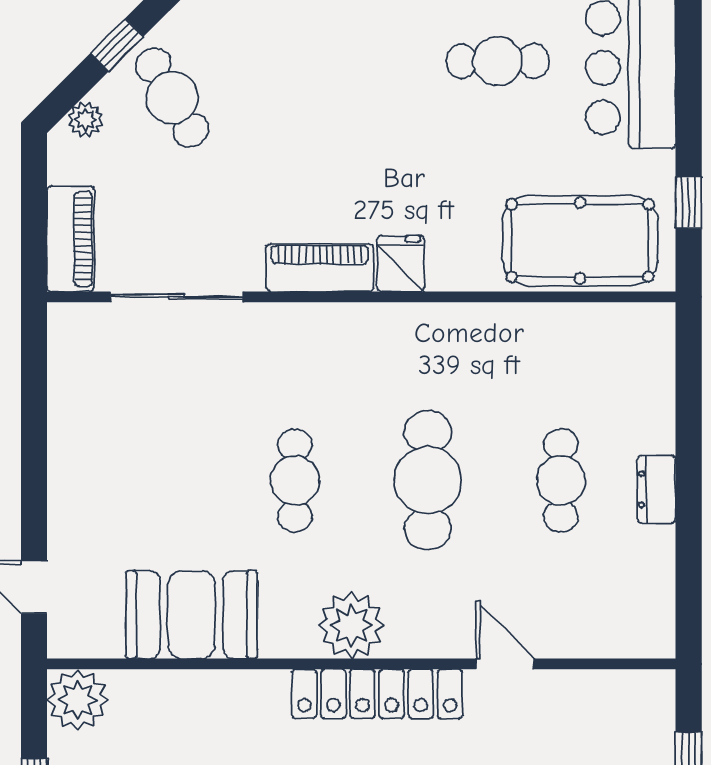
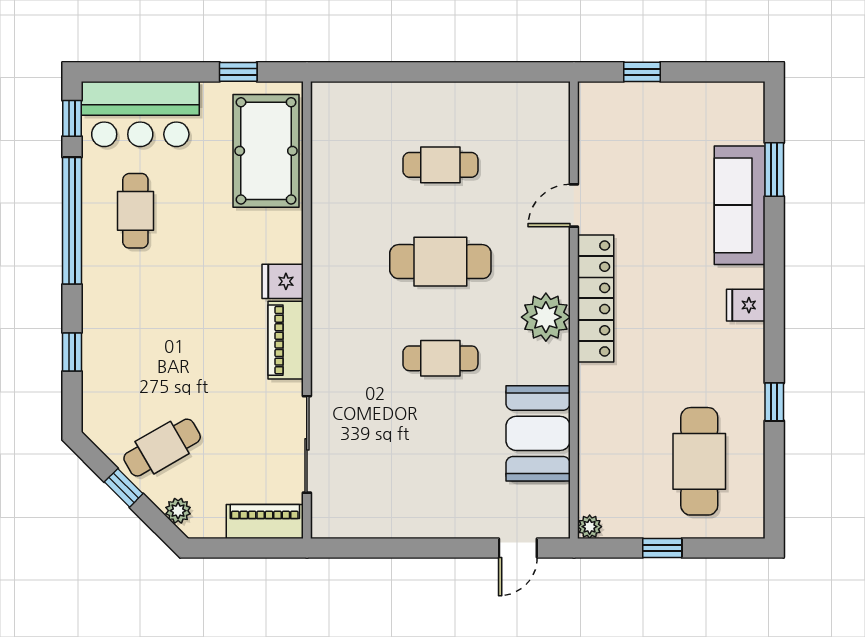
dresser: (656, 489) -> (447, 95), removed
plant: (78, 700) -> (590, 527), width x0.53, depth x0.53

